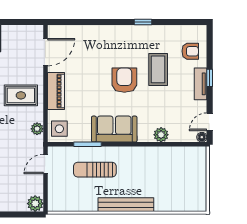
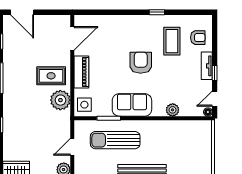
coffee table: (158, 69) -> (172, 41), moved
window: (210, 78) -> (215, 73), moved
plant: (37, 129) -> (60, 100), width x1.87, depth x1.87
door: (45, 164) -> (72, 147), moved
sun lounger: (95, 170) -> (115, 140), width x1.36, depth x1.34

